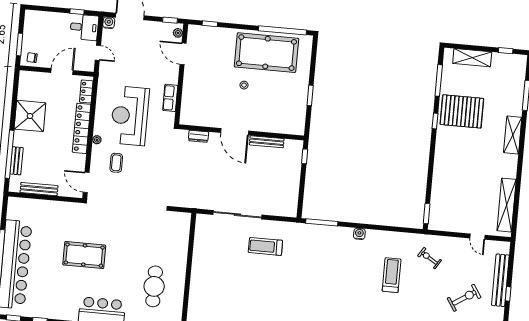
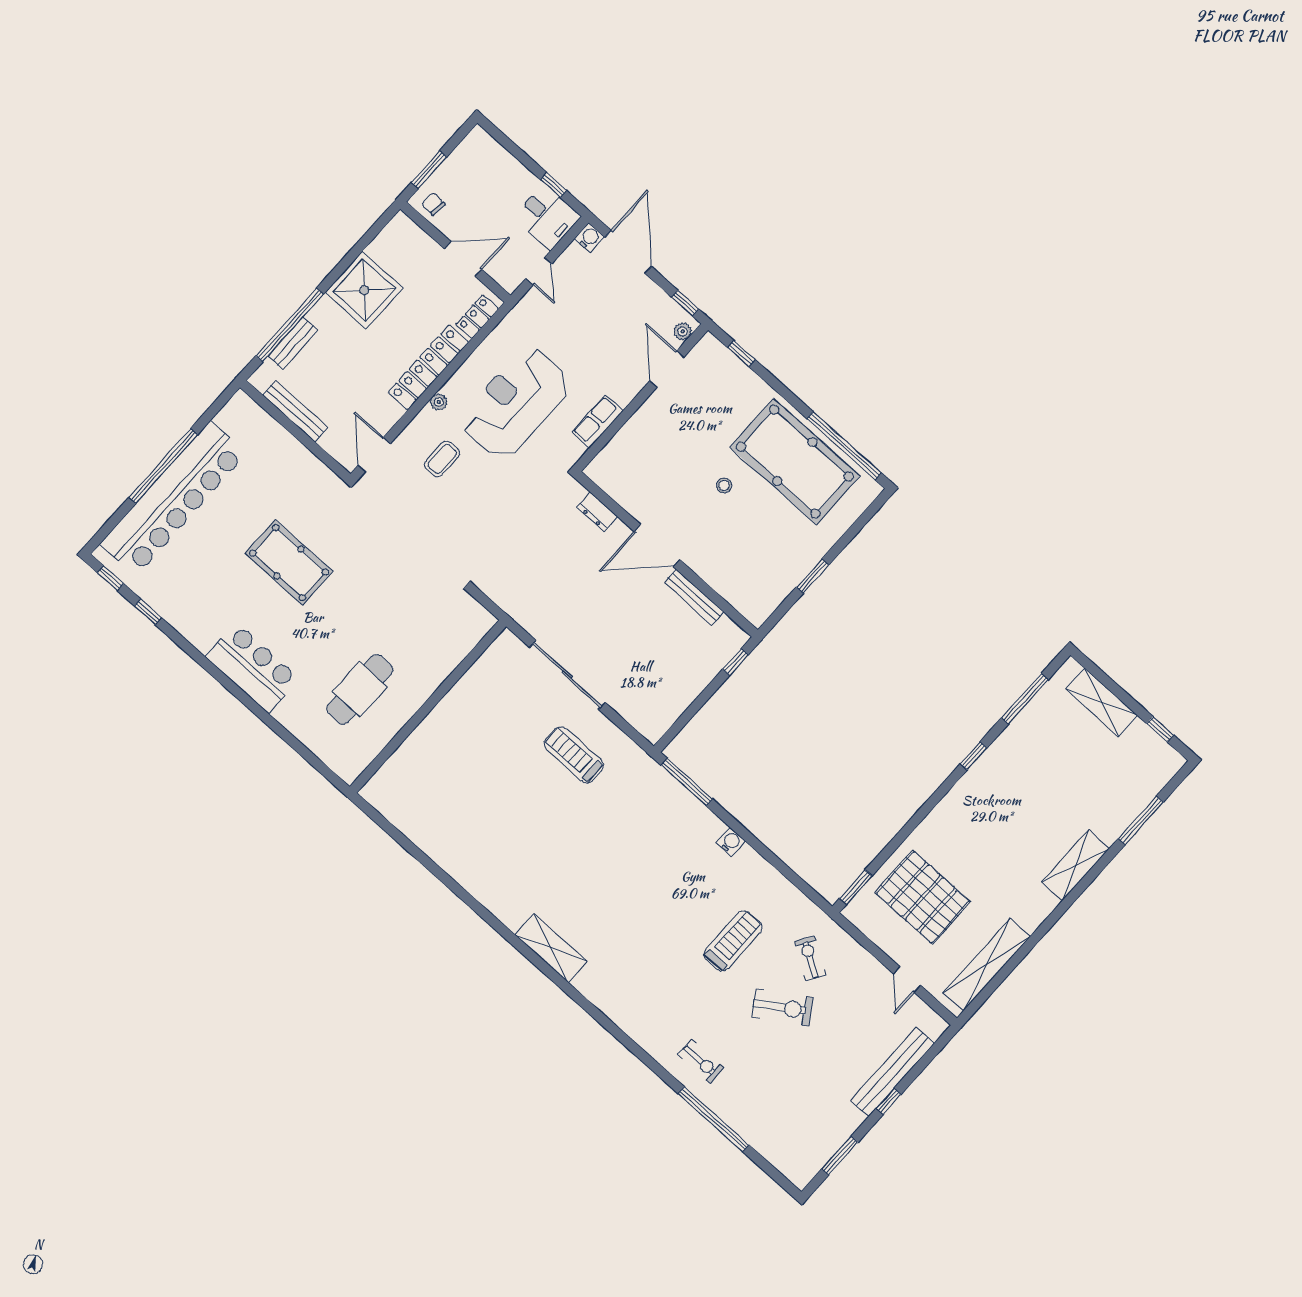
pallet: (462, 111) -> (923, 897), moved
door: (235, 132) -> (657, 546), hinge flipped
exercise bike: (464, 298) -> (782, 1007), moved

